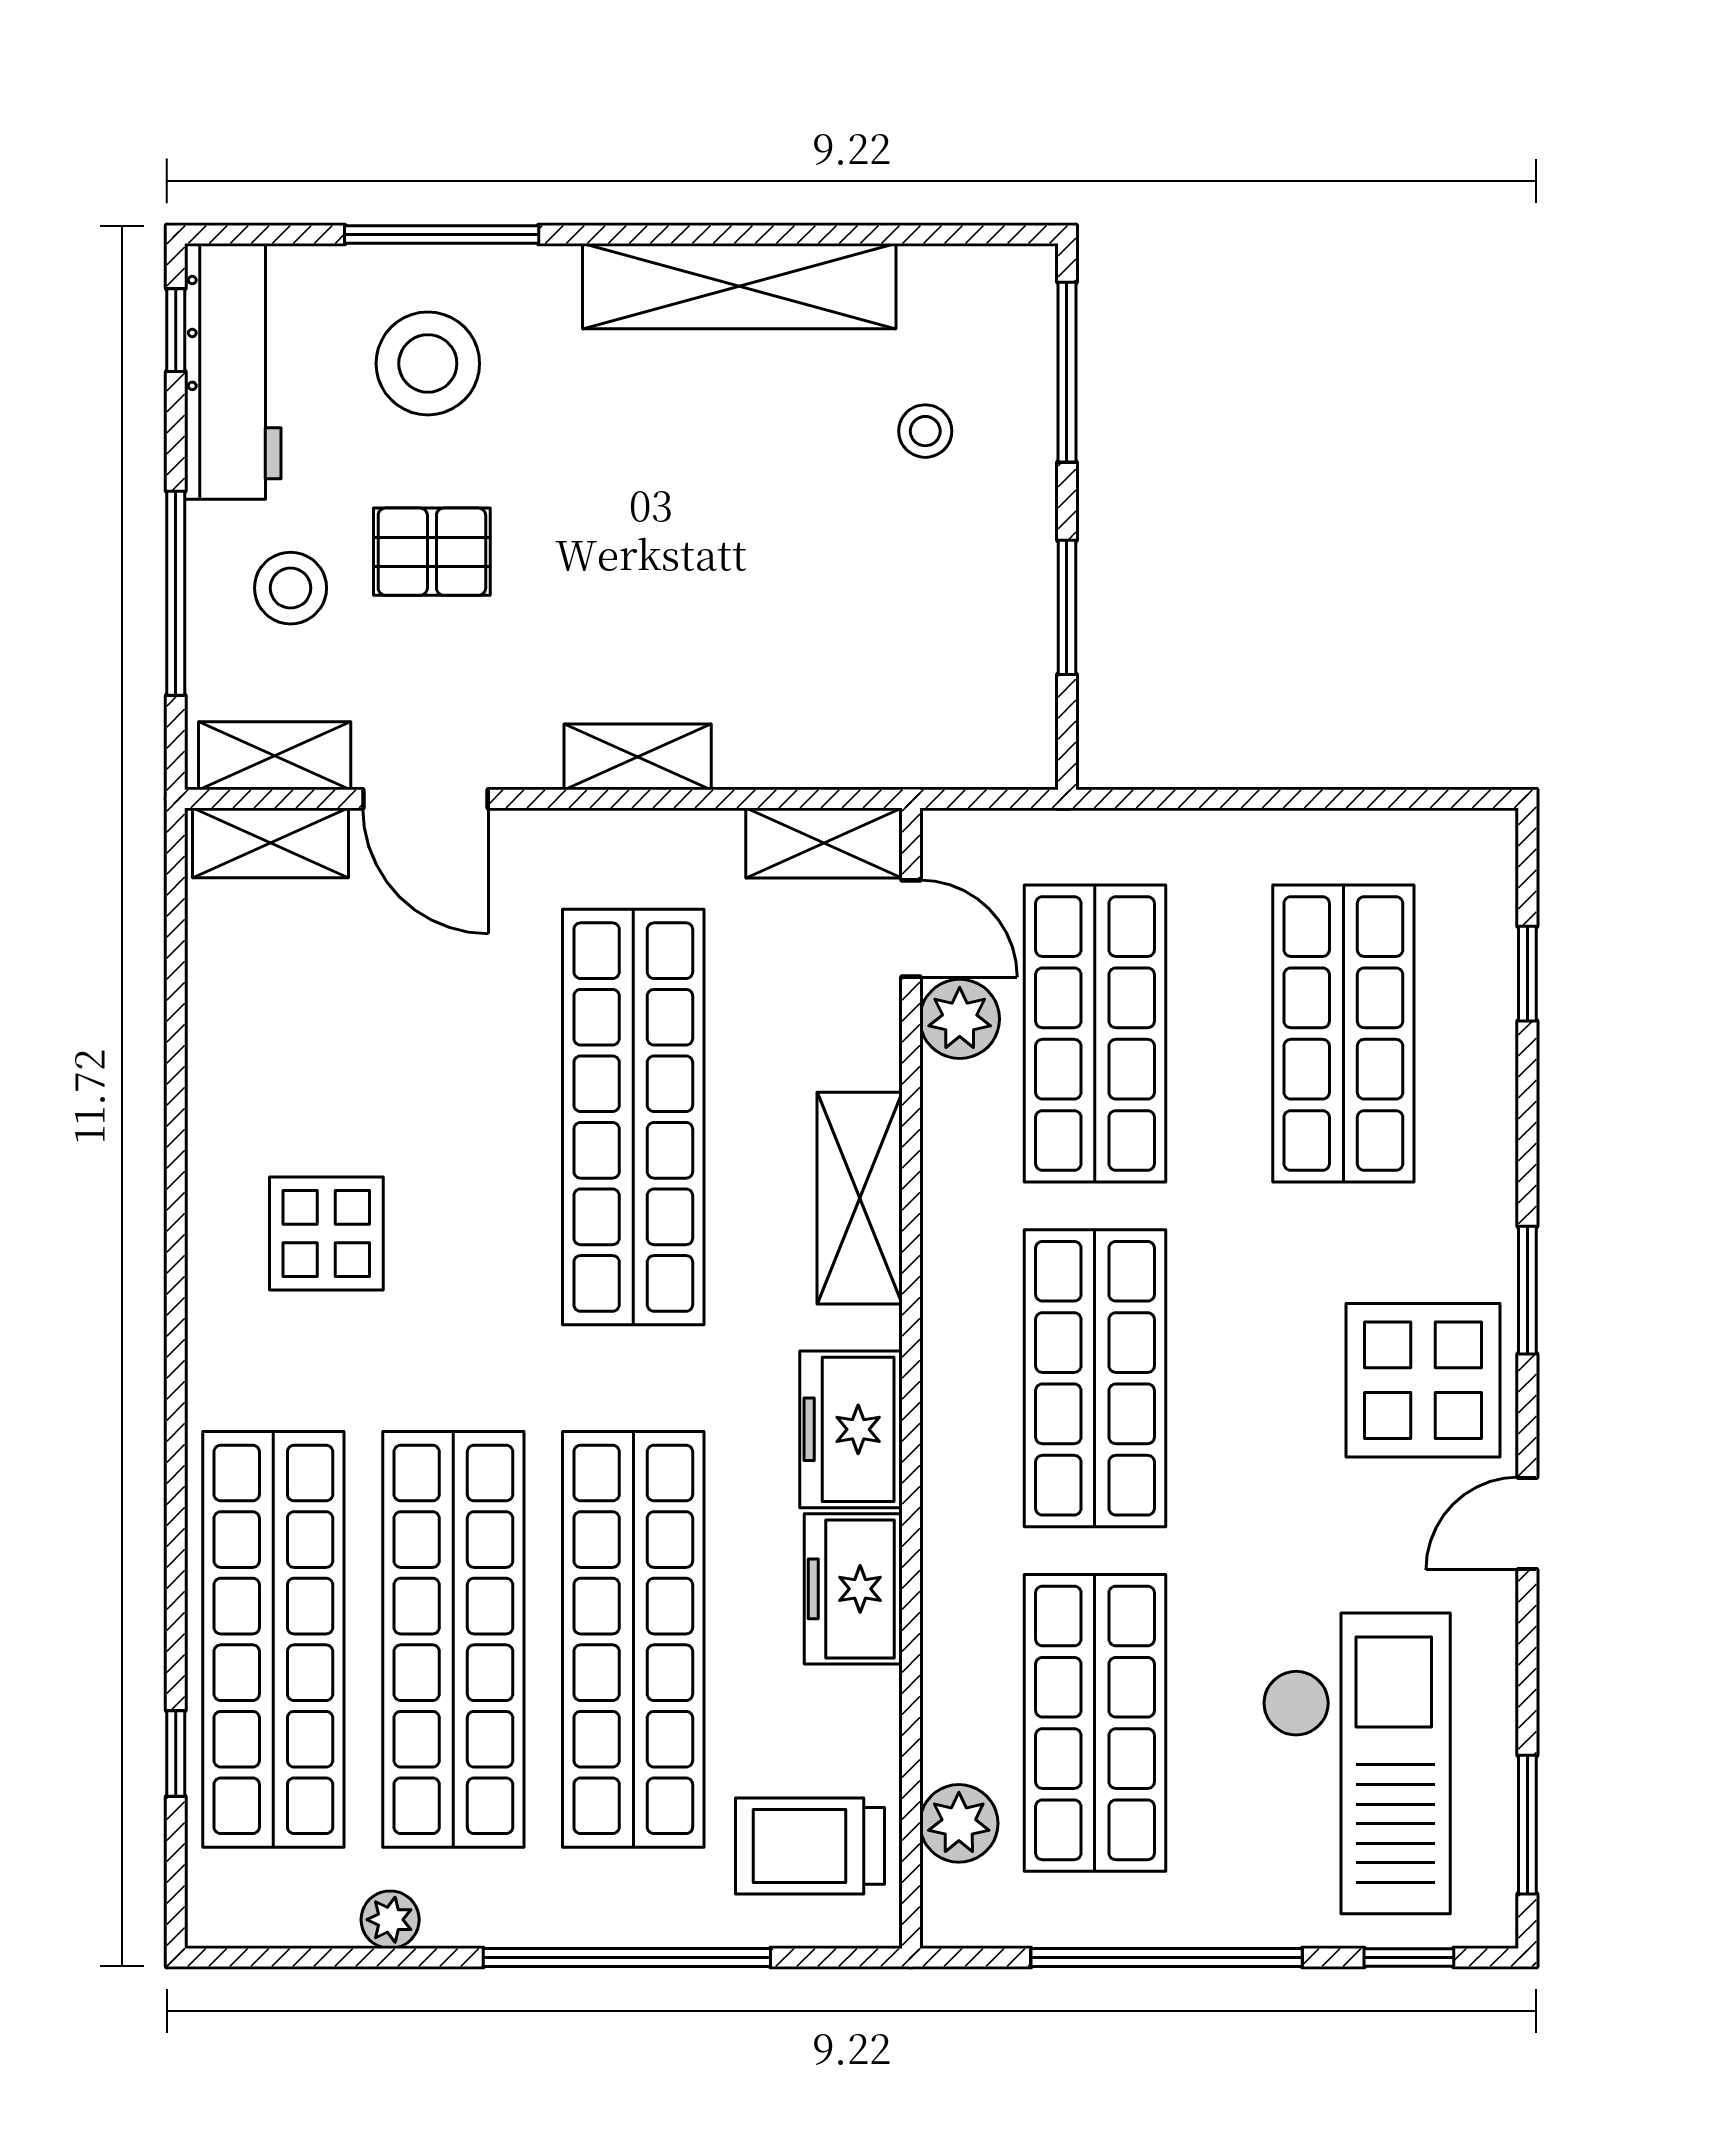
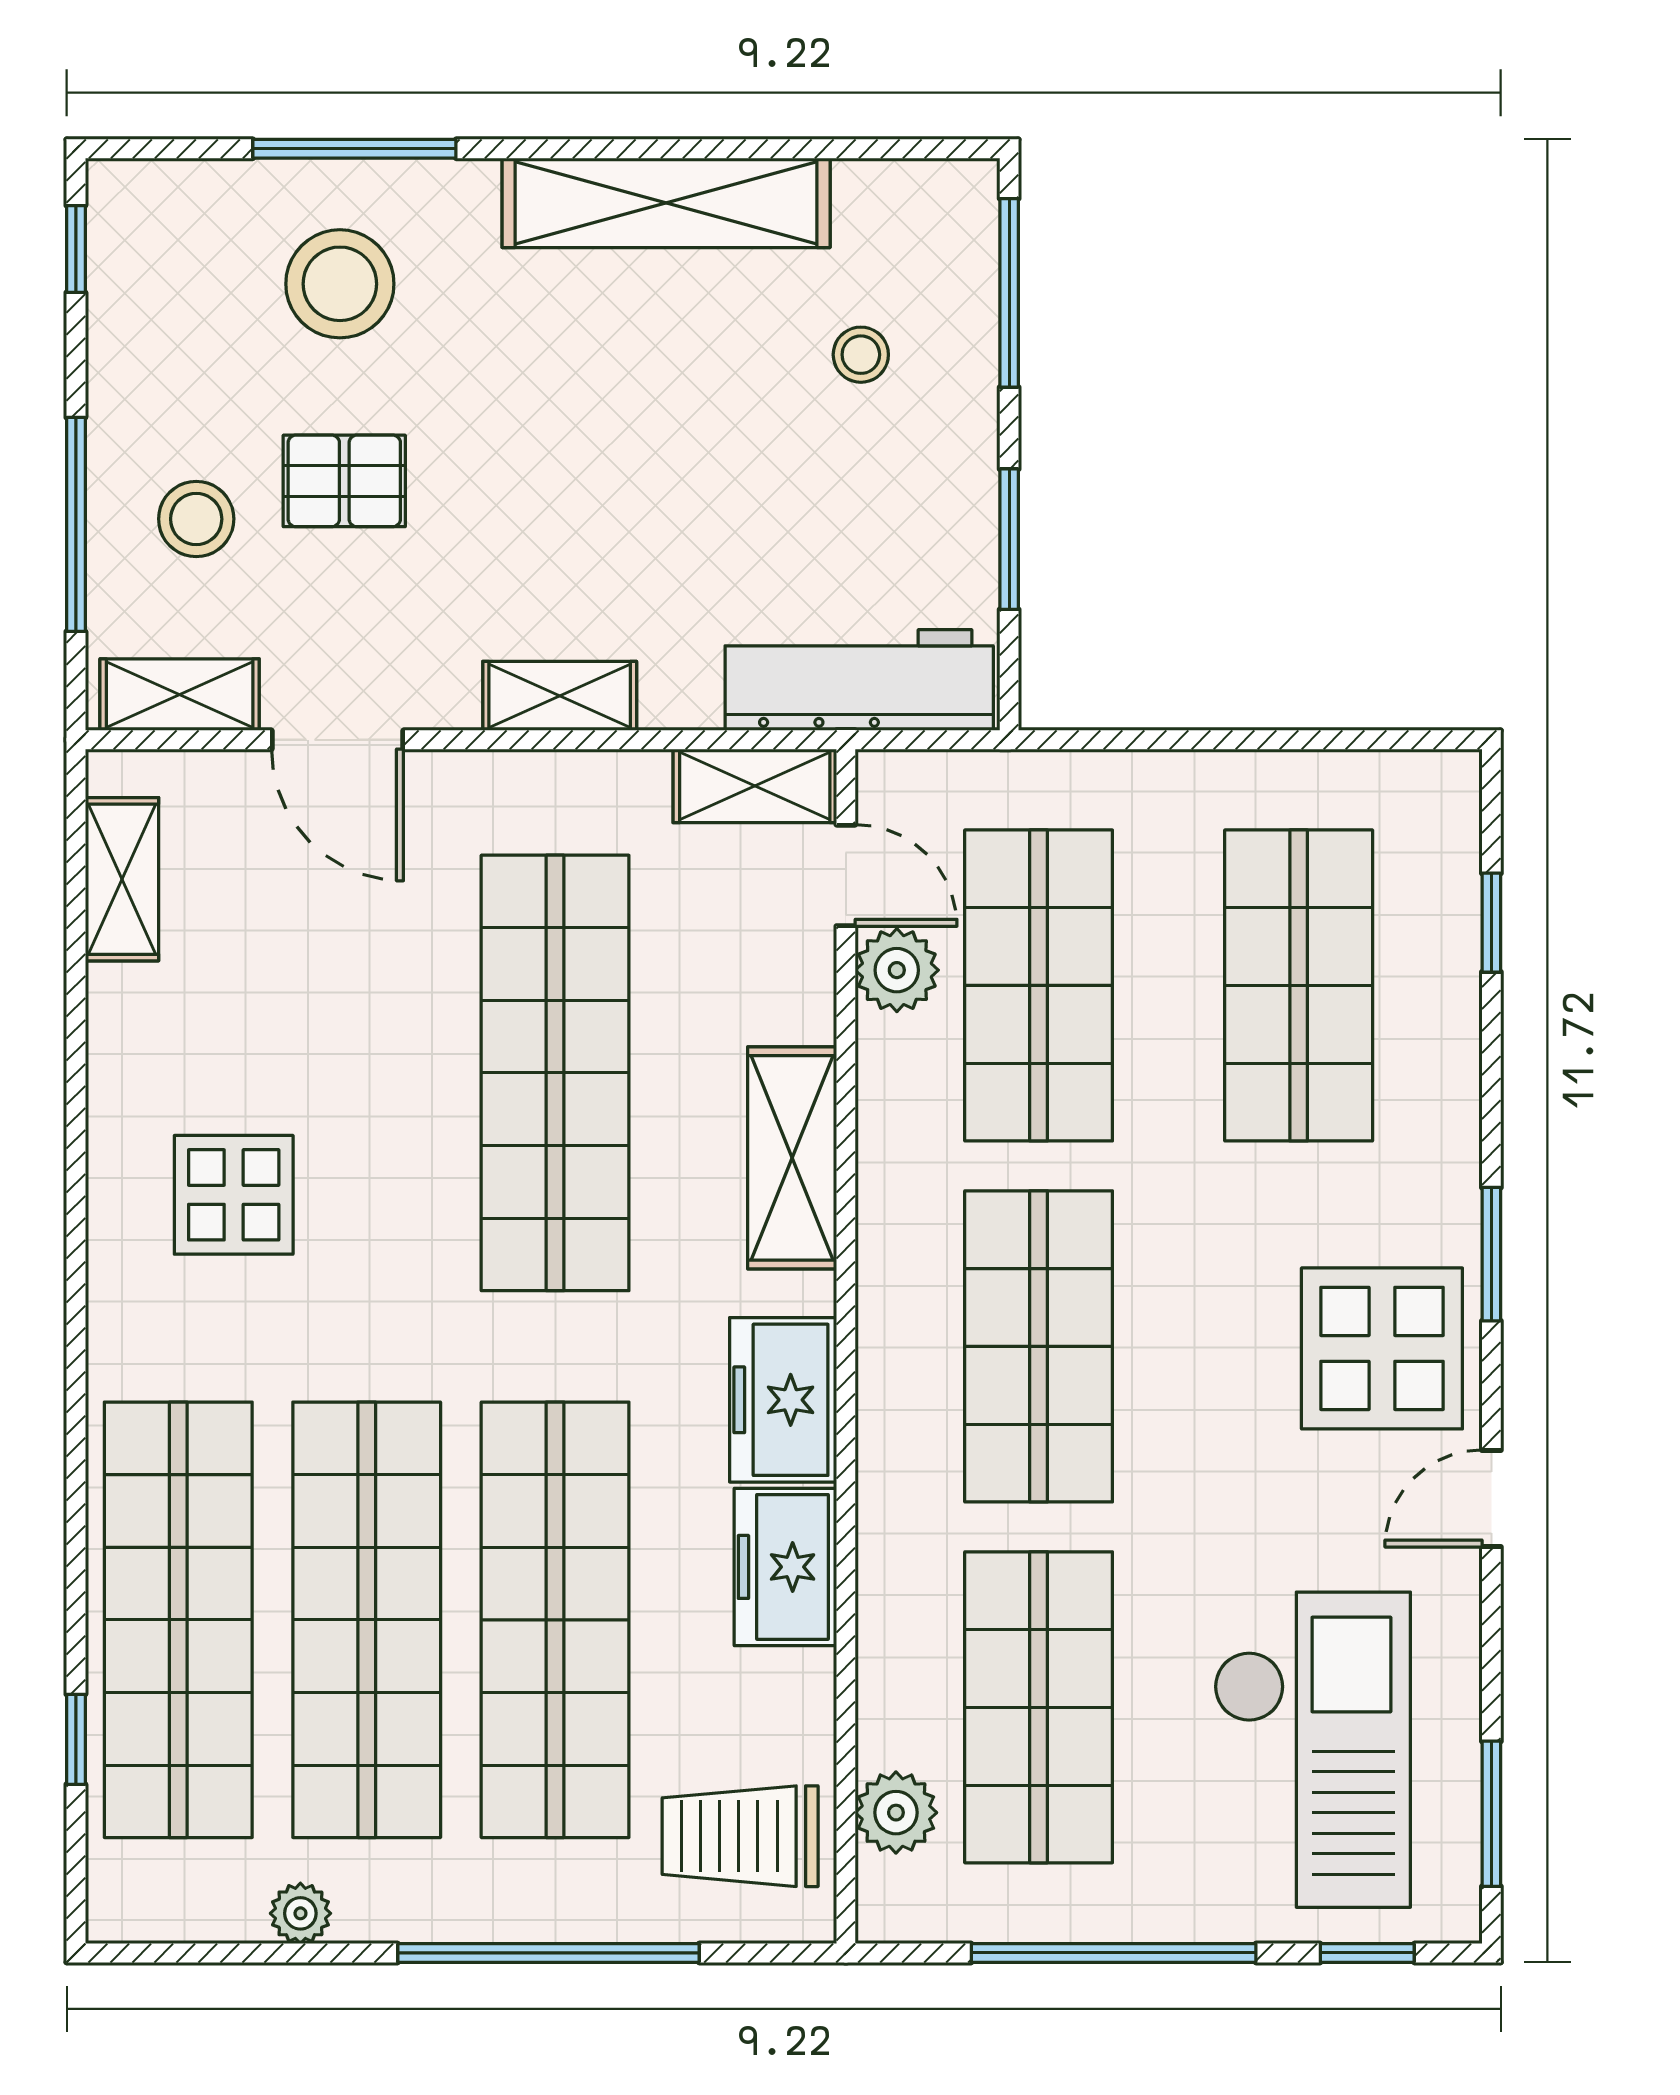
workbench: (233, 371) -> (859, 680), moved, turned -90
shelving: (270, 843) -> (122, 879), moved, turned 90

